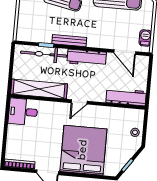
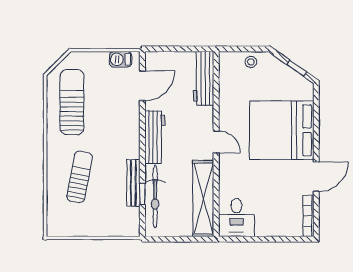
bench: (69, 41) -> (133, 183), moved

